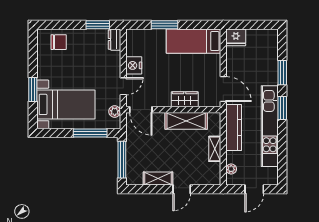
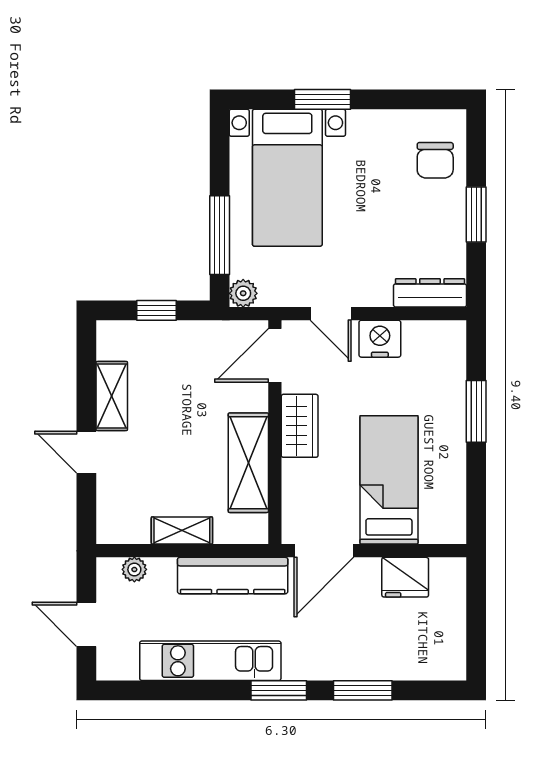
window: (98, 25) -> (476, 214), moved
fridge: (236, 37) -> (405, 577), moved, turned -90
dresser: (115, 40) -> (430, 293), width x1.44
bed: (193, 41) -> (389, 480), moved
wardrobe: (185, 99) -> (300, 426), moved
plant: (115, 112) -> (243, 293), moved
kitchen unit: (270, 126) -> (210, 661), width x0.73
window: (122, 160) -> (156, 310), width x0.46

